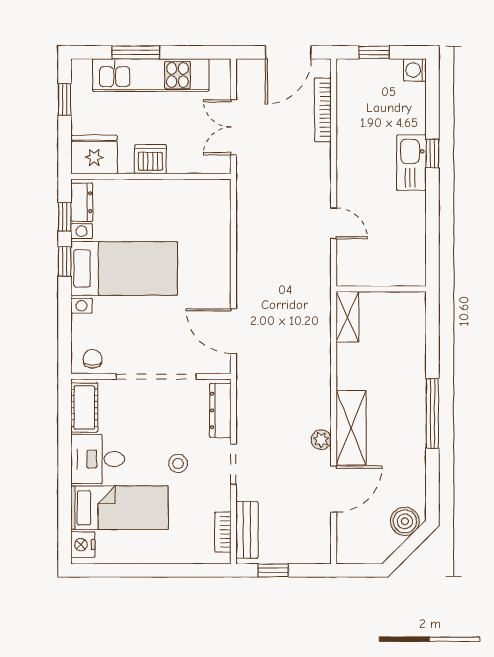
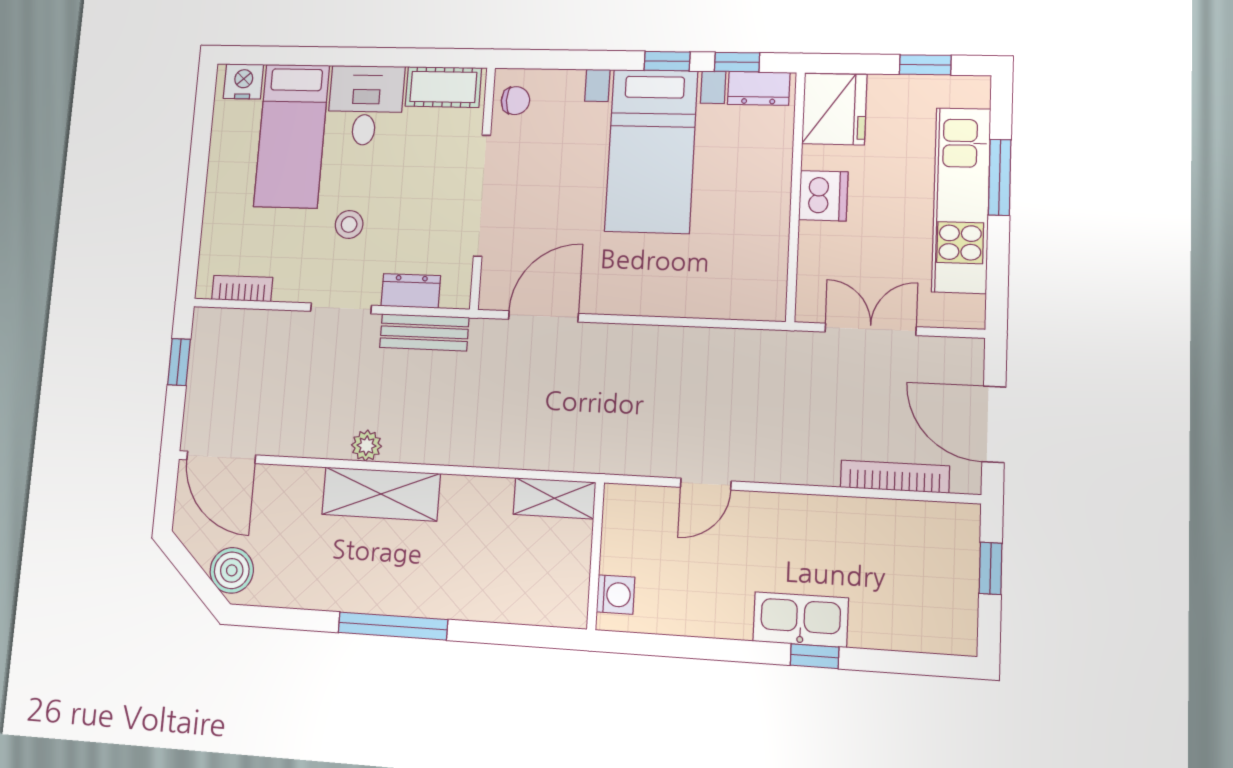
washing machine: (415, 70) -> (616, 595), moved, turned 90
dresser: (220, 410) -> (411, 291), width x0.70
door: (334, 489) -> (221, 457), moved
bench: (247, 530) -> (424, 332), moved

